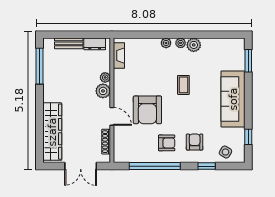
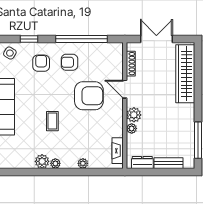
plant: (166, 43) -> (83, 163), moved
armchair: (147, 110) -> (89, 96), turned 90
armchair: (195, 142) -> (41, 63), turned 180

